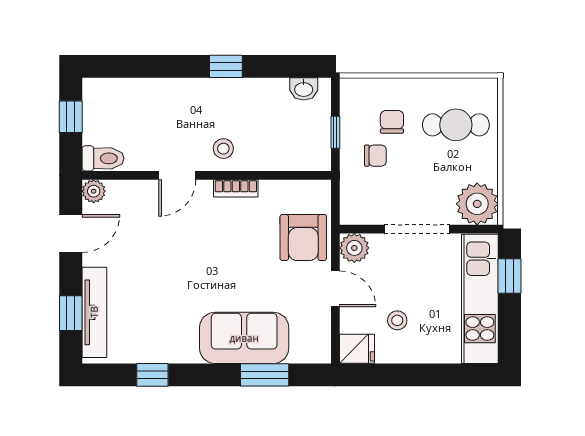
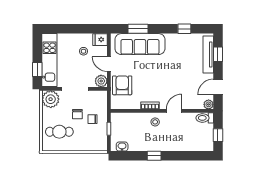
chair: (392, 122) -> (77, 114), moved
sofa: (244, 338) -> (140, 44), width x1.36

